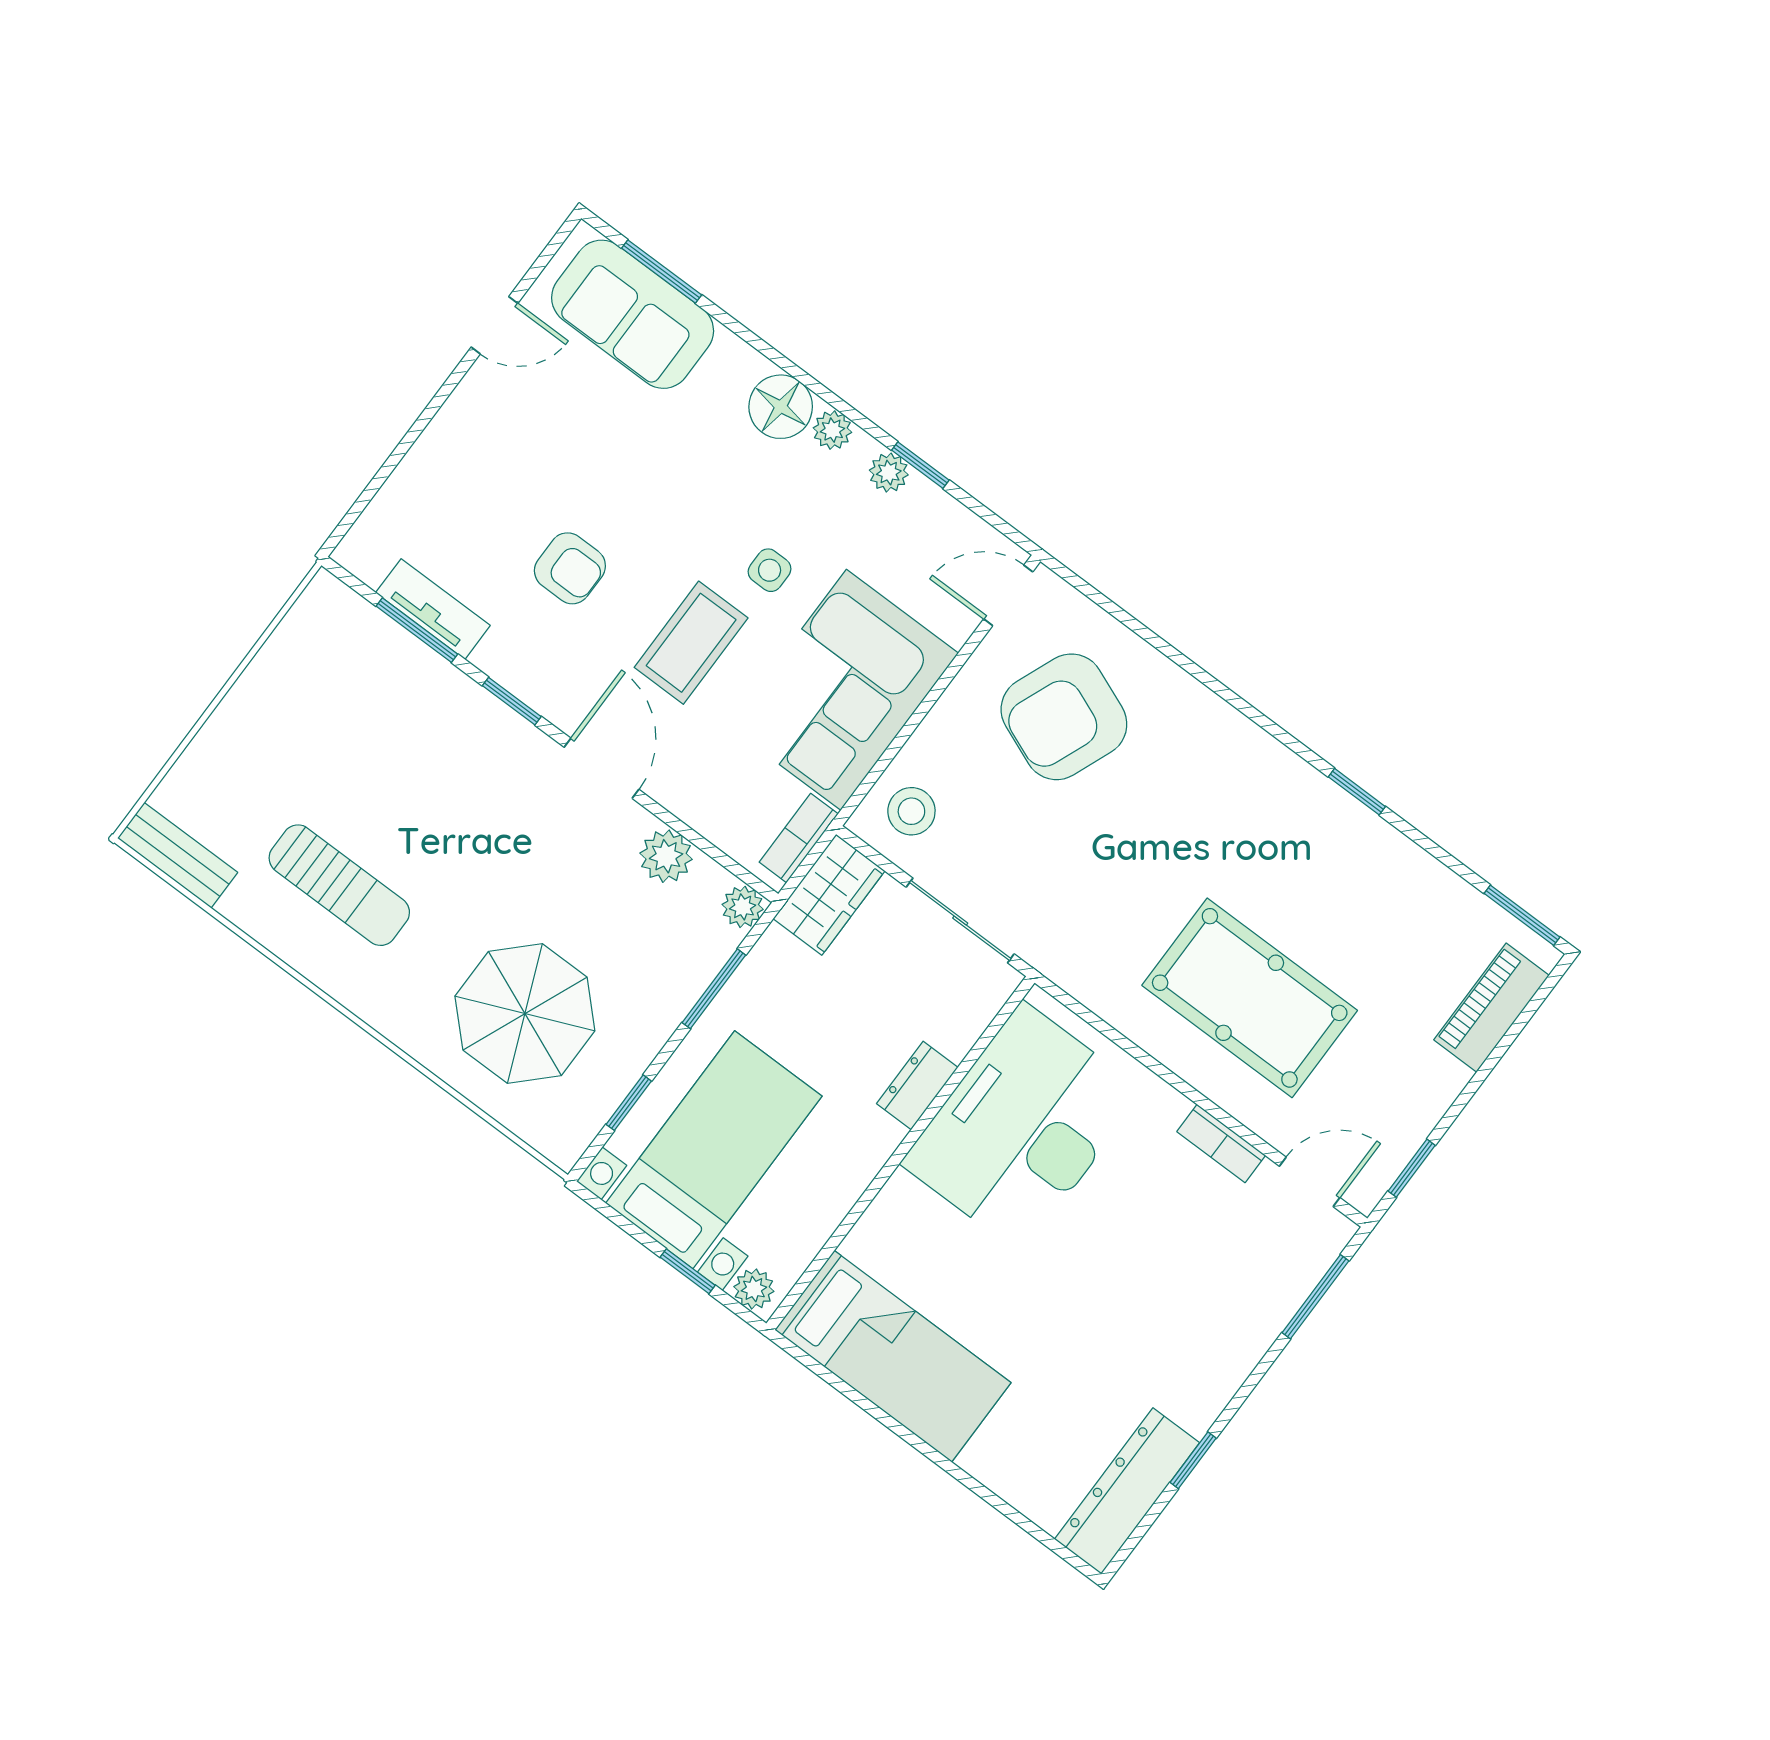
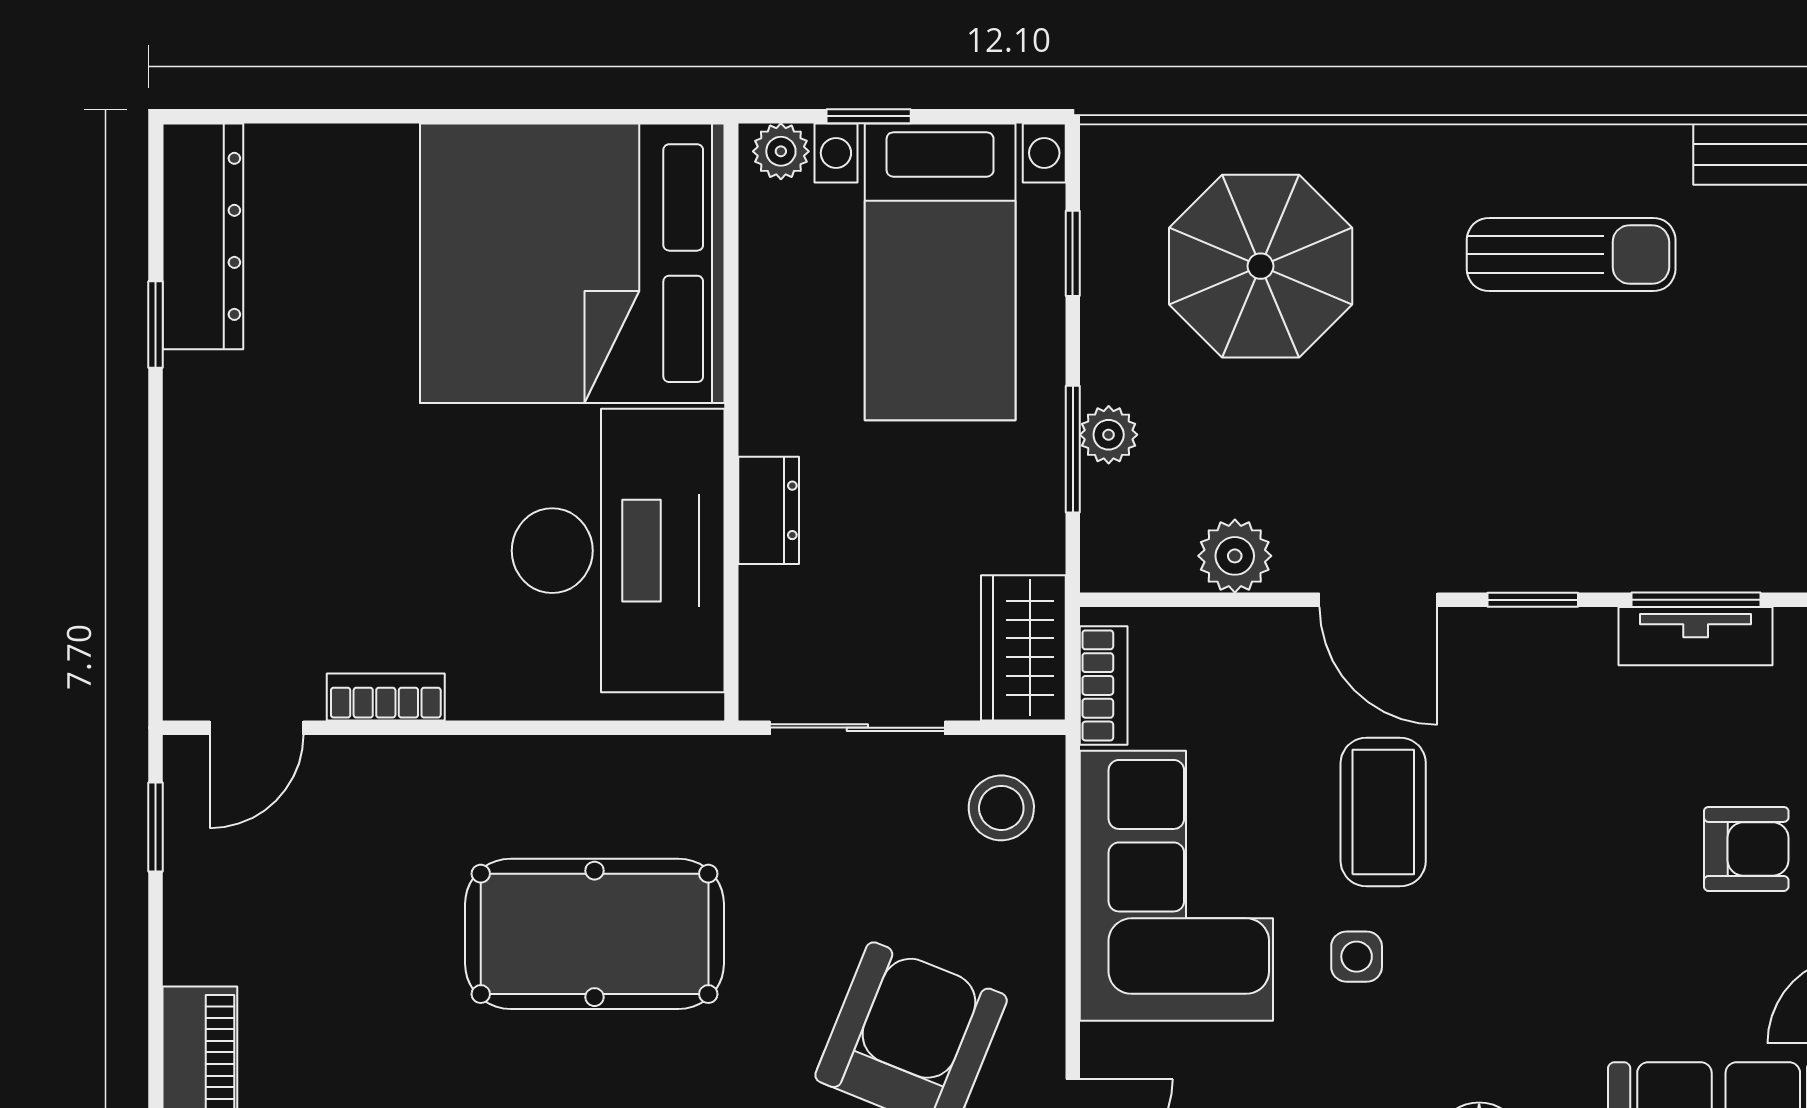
armchair: (570, 568) -> (1746, 849), moved, turned 180
sun lounger: (339, 885) -> (1571, 254), turned 180
plant: (743, 907) -> (1109, 435), moved
pool table: (1250, 998) -> (595, 934), moved
window: (1315, 1297) -> (155, 606), removed
bed: (893, 1356) -> (572, 263), width x2.04

